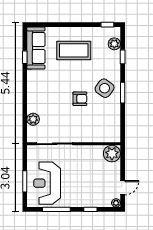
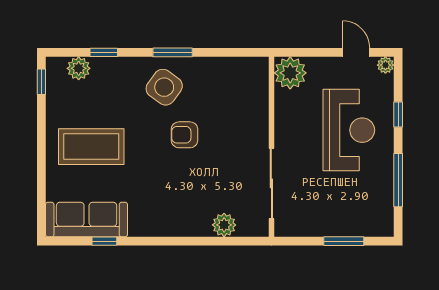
coffee table: (74, 50) -> (91, 147), turned 90
armchair: (80, 99) -> (184, 135), turned -90
reception desk: (47, 183) -> (349, 130), moved, turned -90

